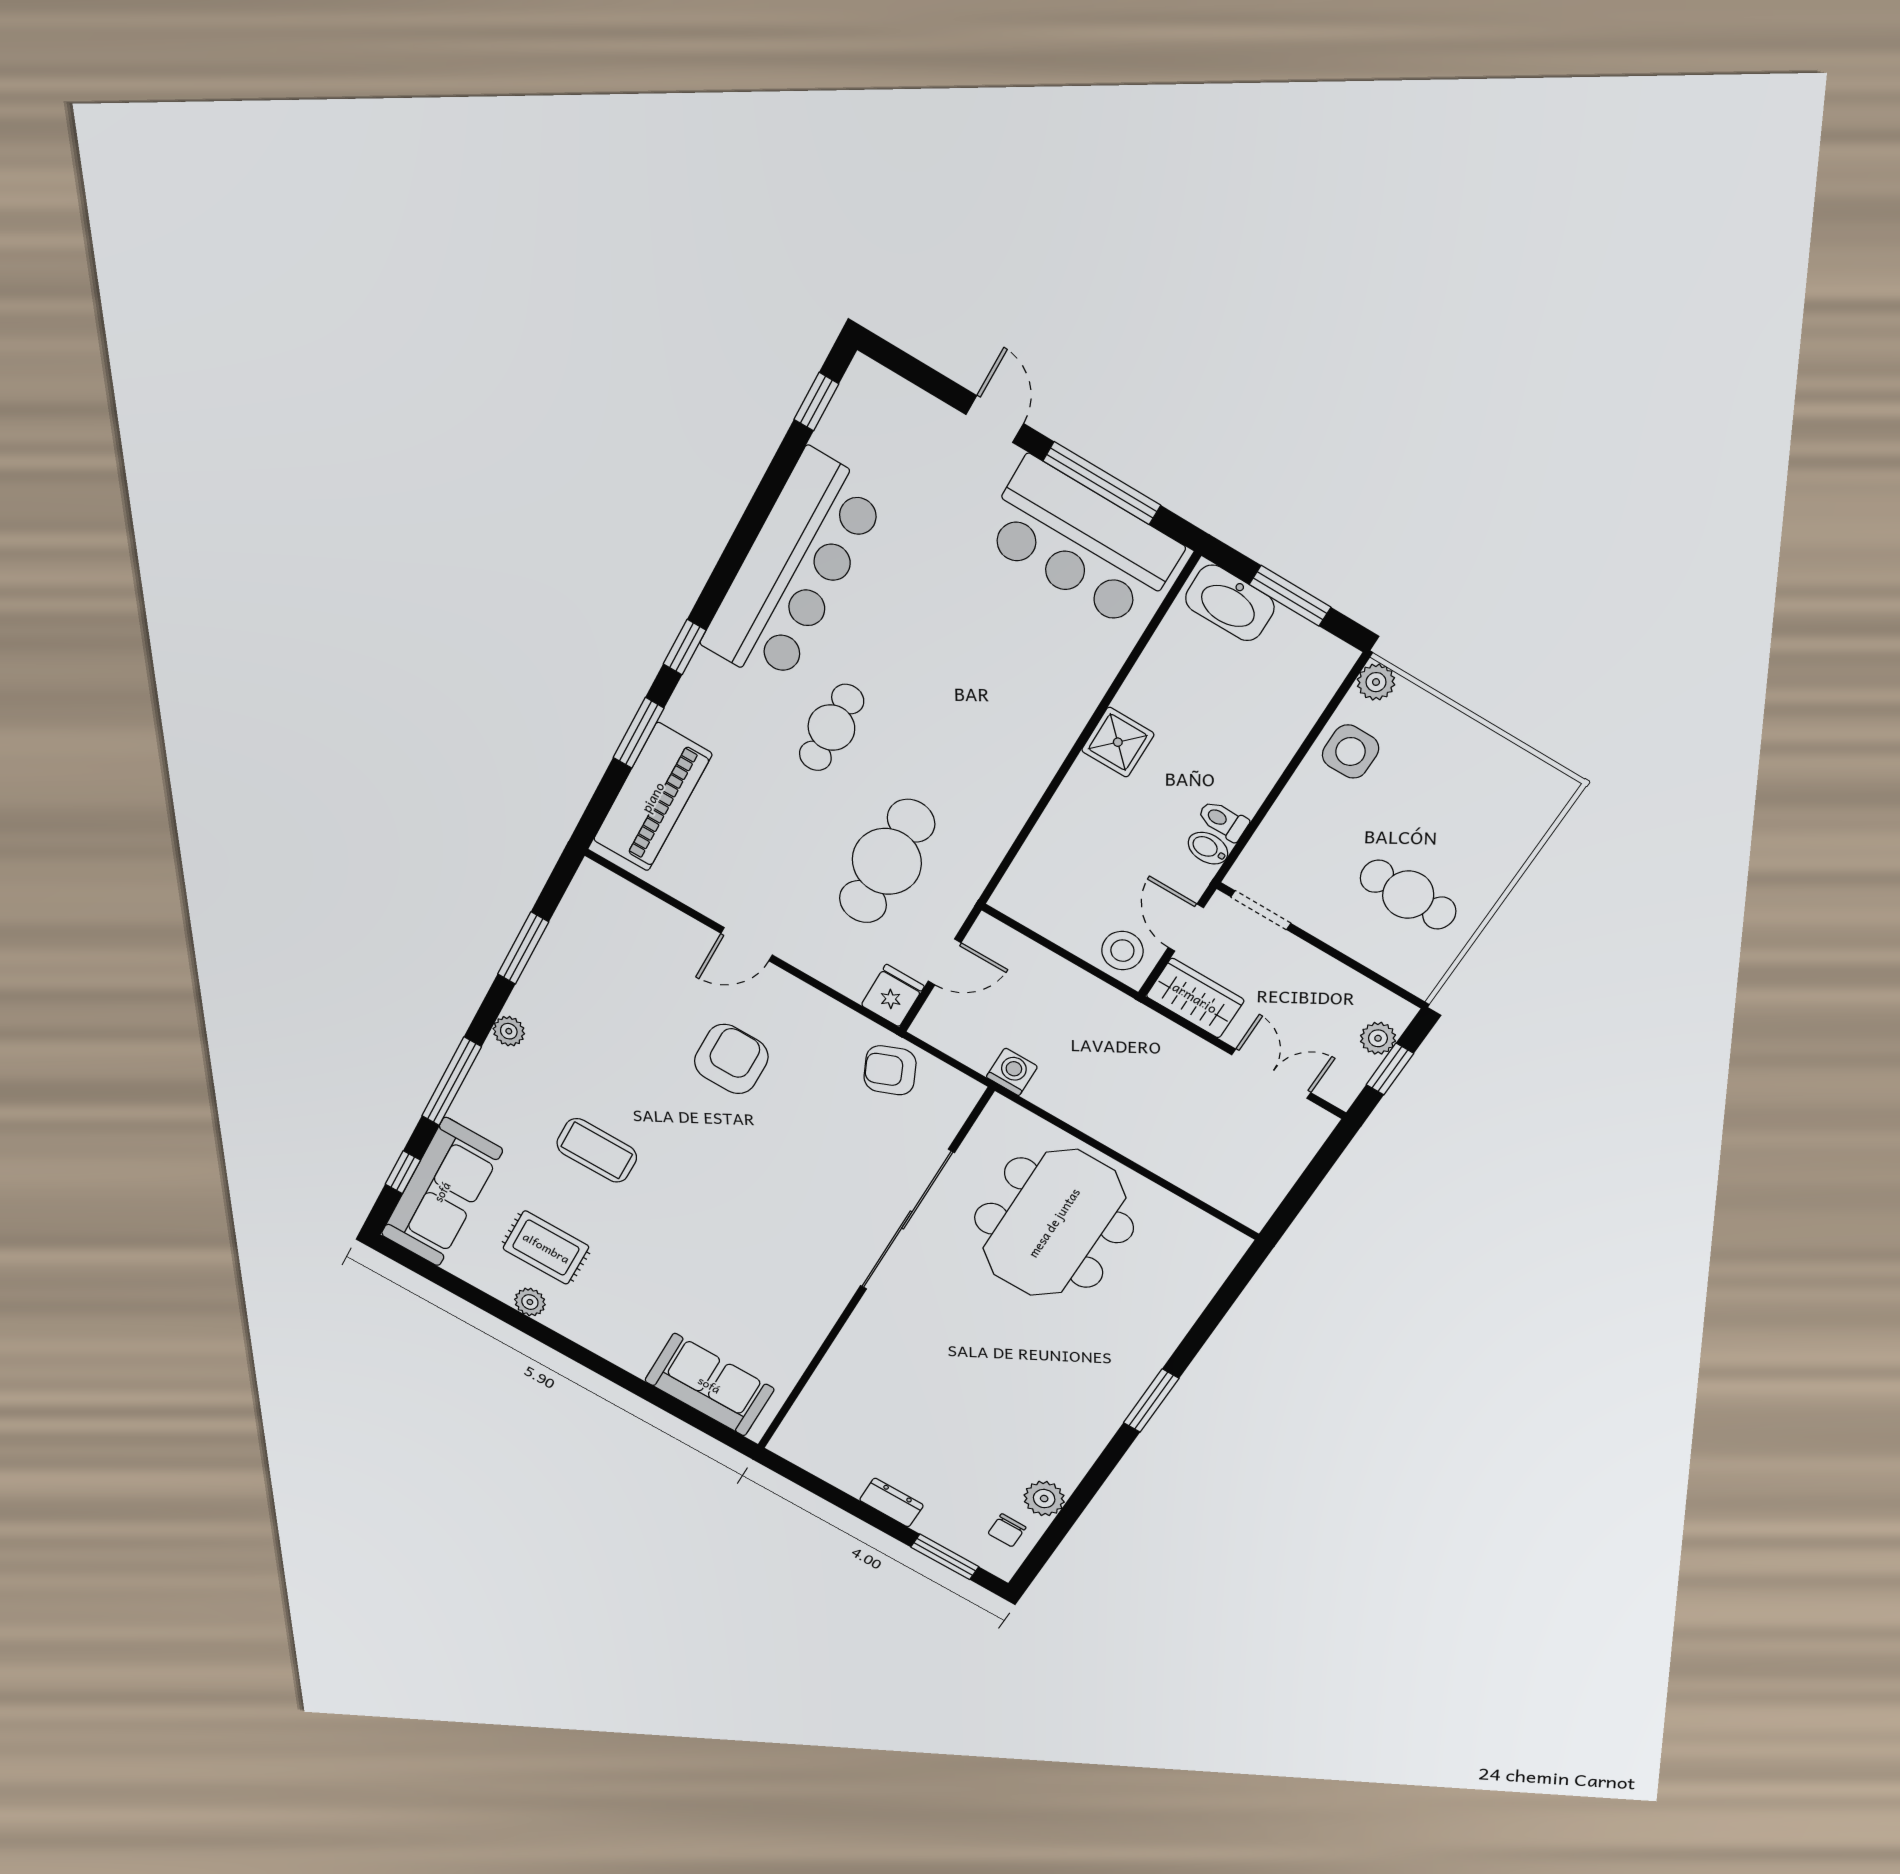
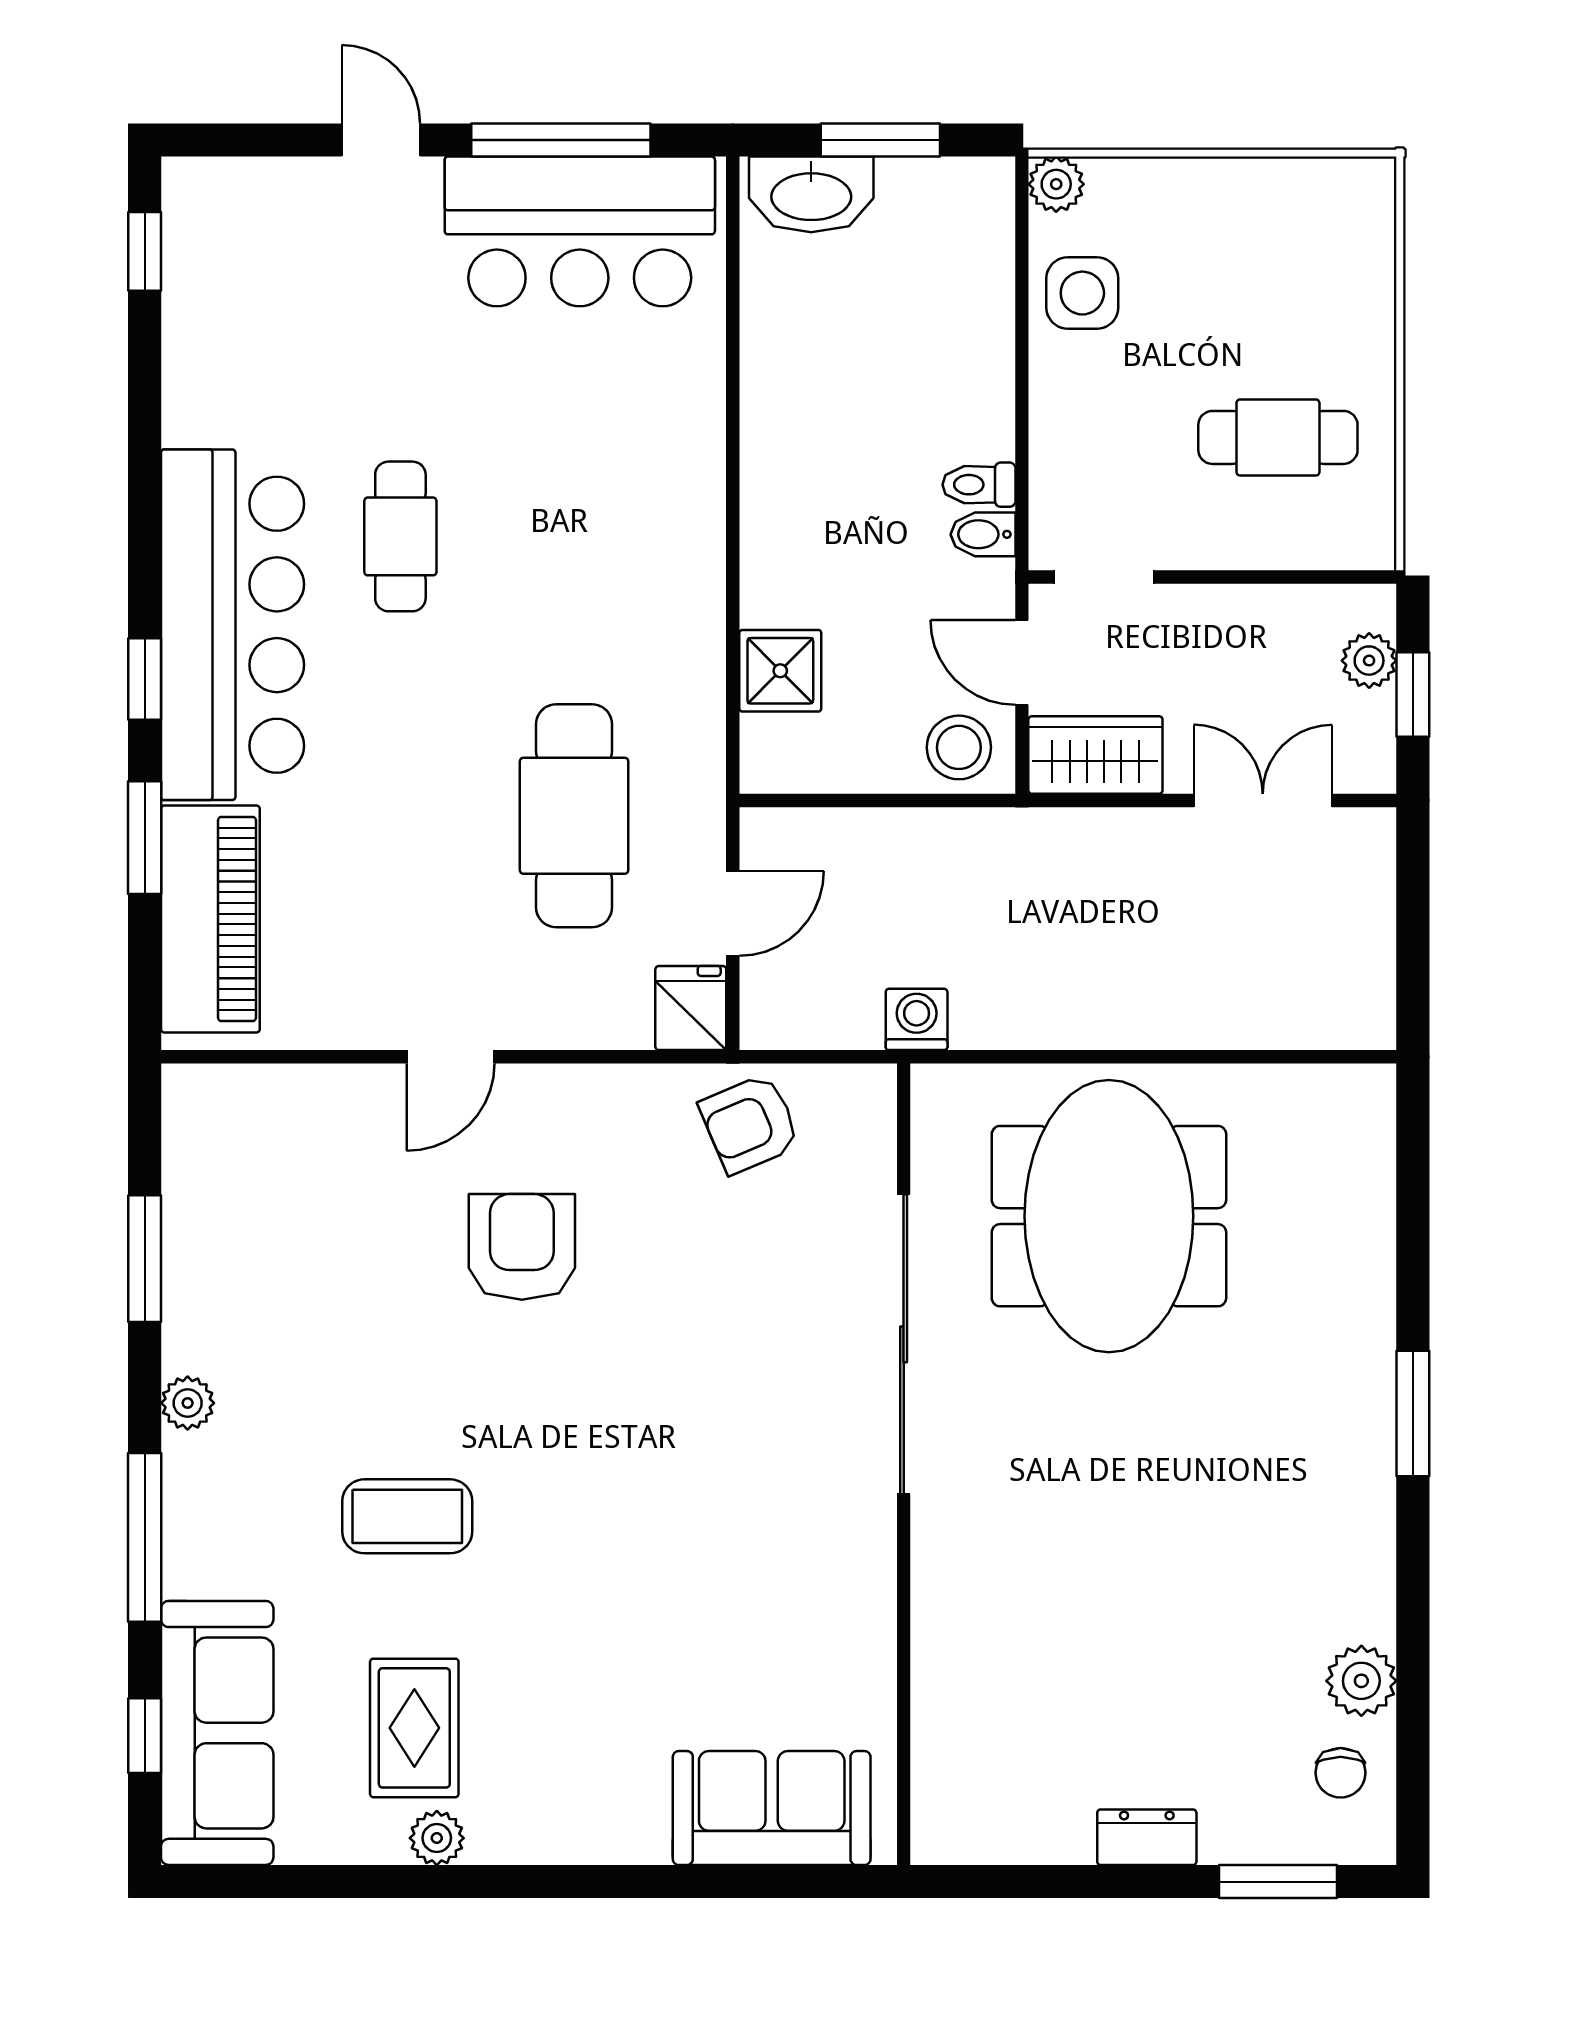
bar counter: (794, 570) -> (232, 625), moved
cafe table: (831, 728) -> (400, 536), moved
shower: (1118, 742) -> (780, 671), moved
rug: (546, 1248) -> (414, 1728), turned 90

